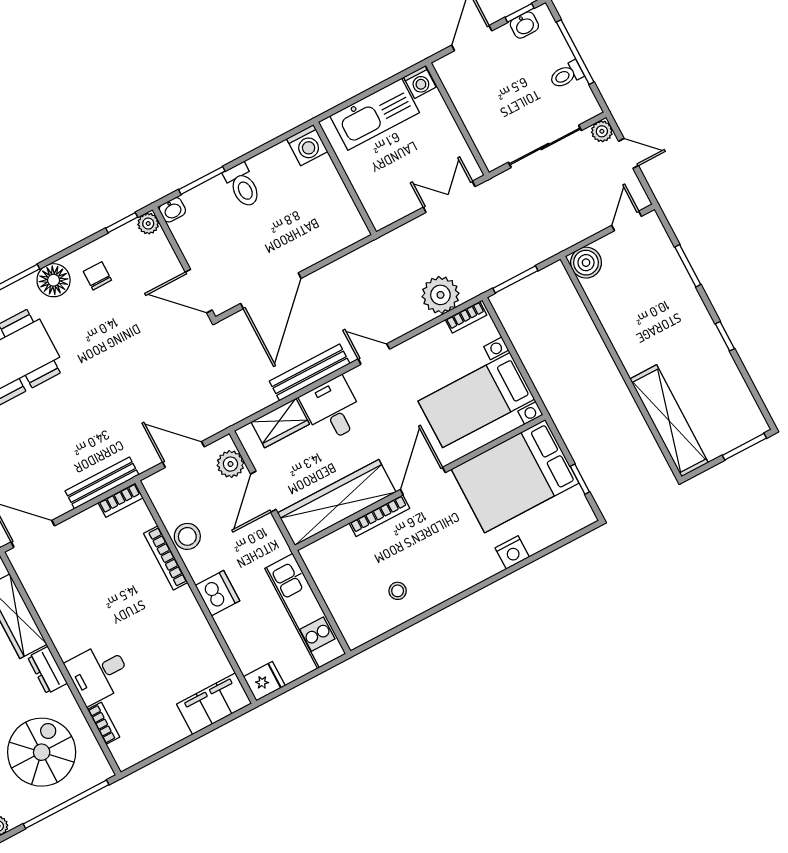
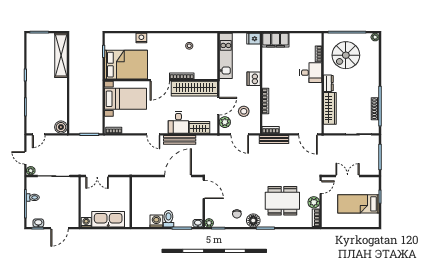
washing machine: (307, 145) -> (156, 221), moved
plant: (440, 295) -> (119, 143), removed
stool: (187, 536) -> (244, 111), moved

